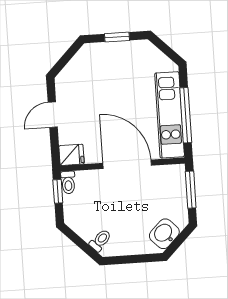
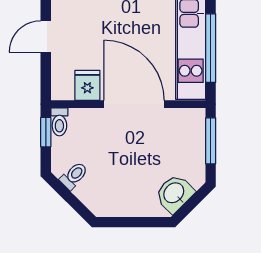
fridge: (72, 155) -> (87, 85), moved, turned -90
toilet: (100, 240) -> (74, 176), moved

